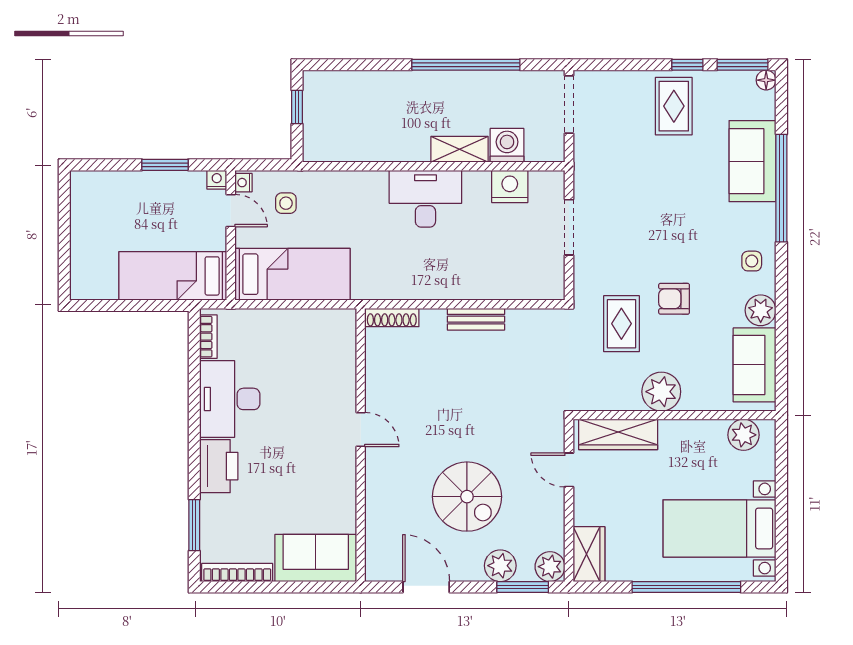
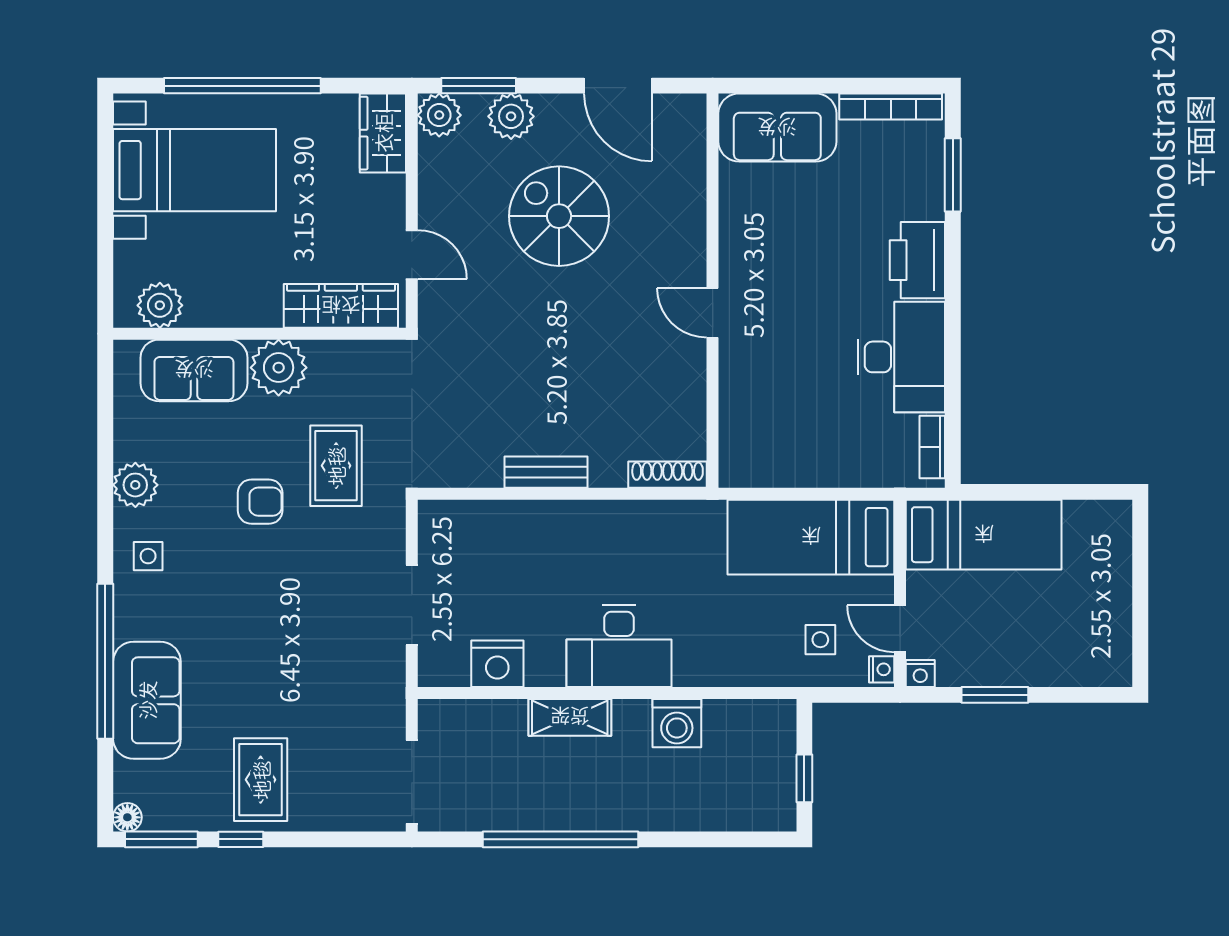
washing machine: (507, 145) -> (677, 723), moved
sofa: (755, 365) -> (194, 370), moved, turned 90

